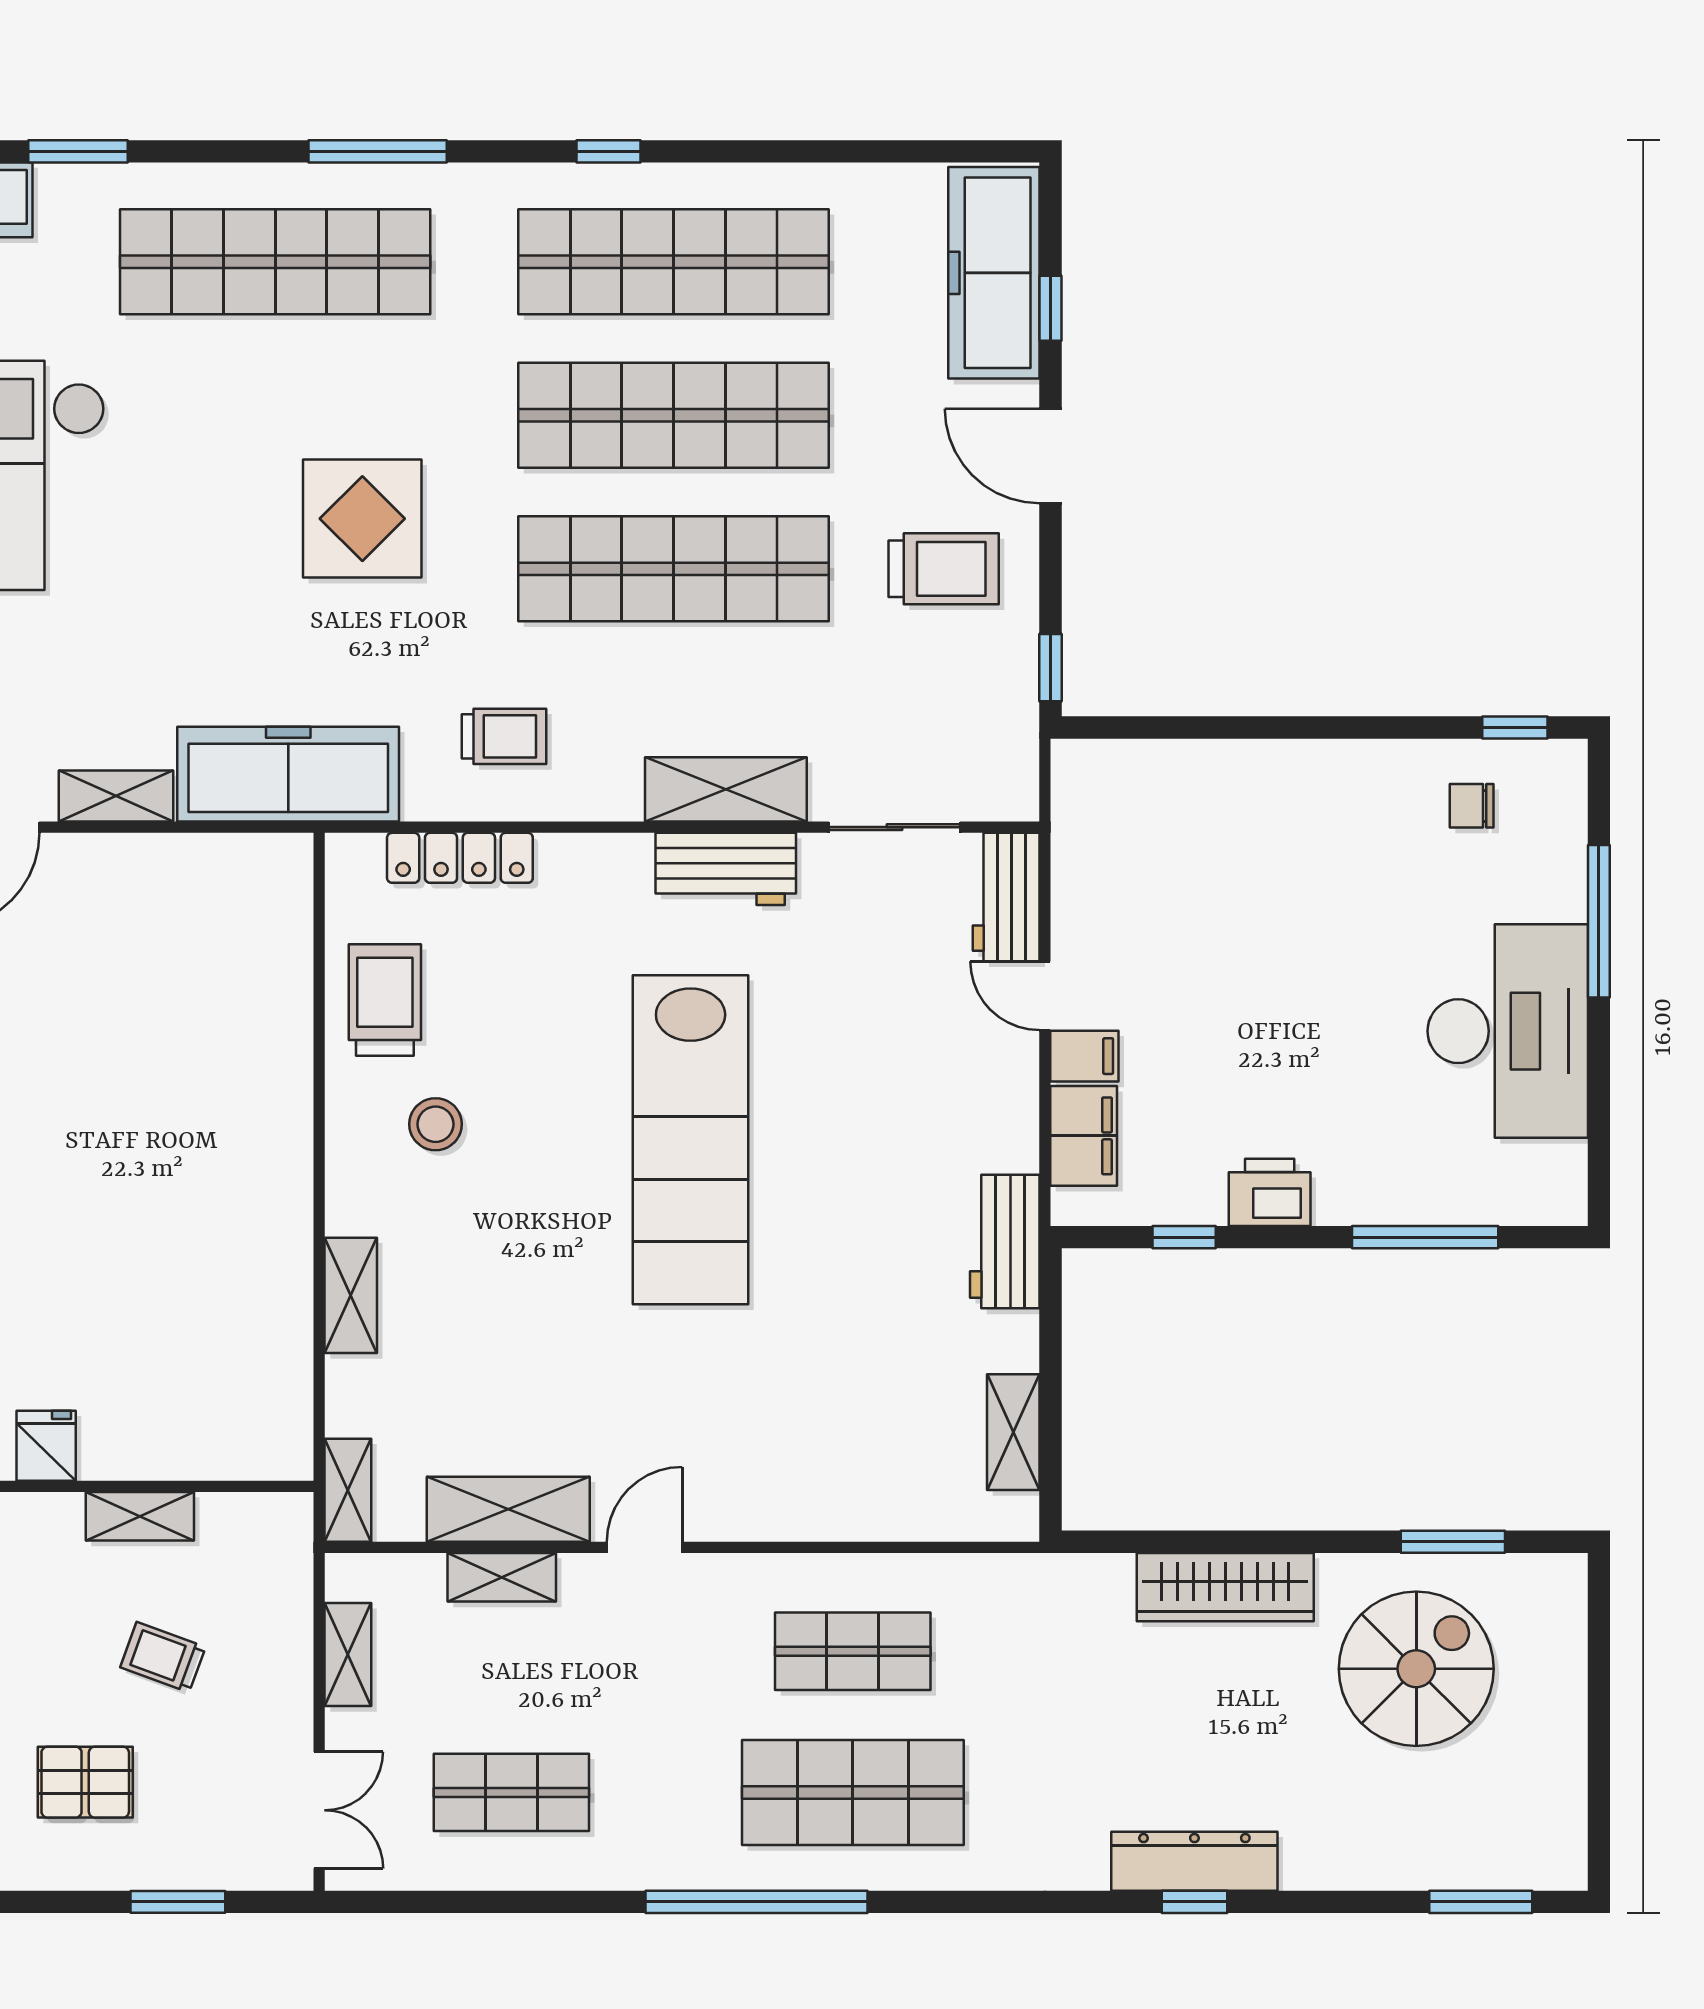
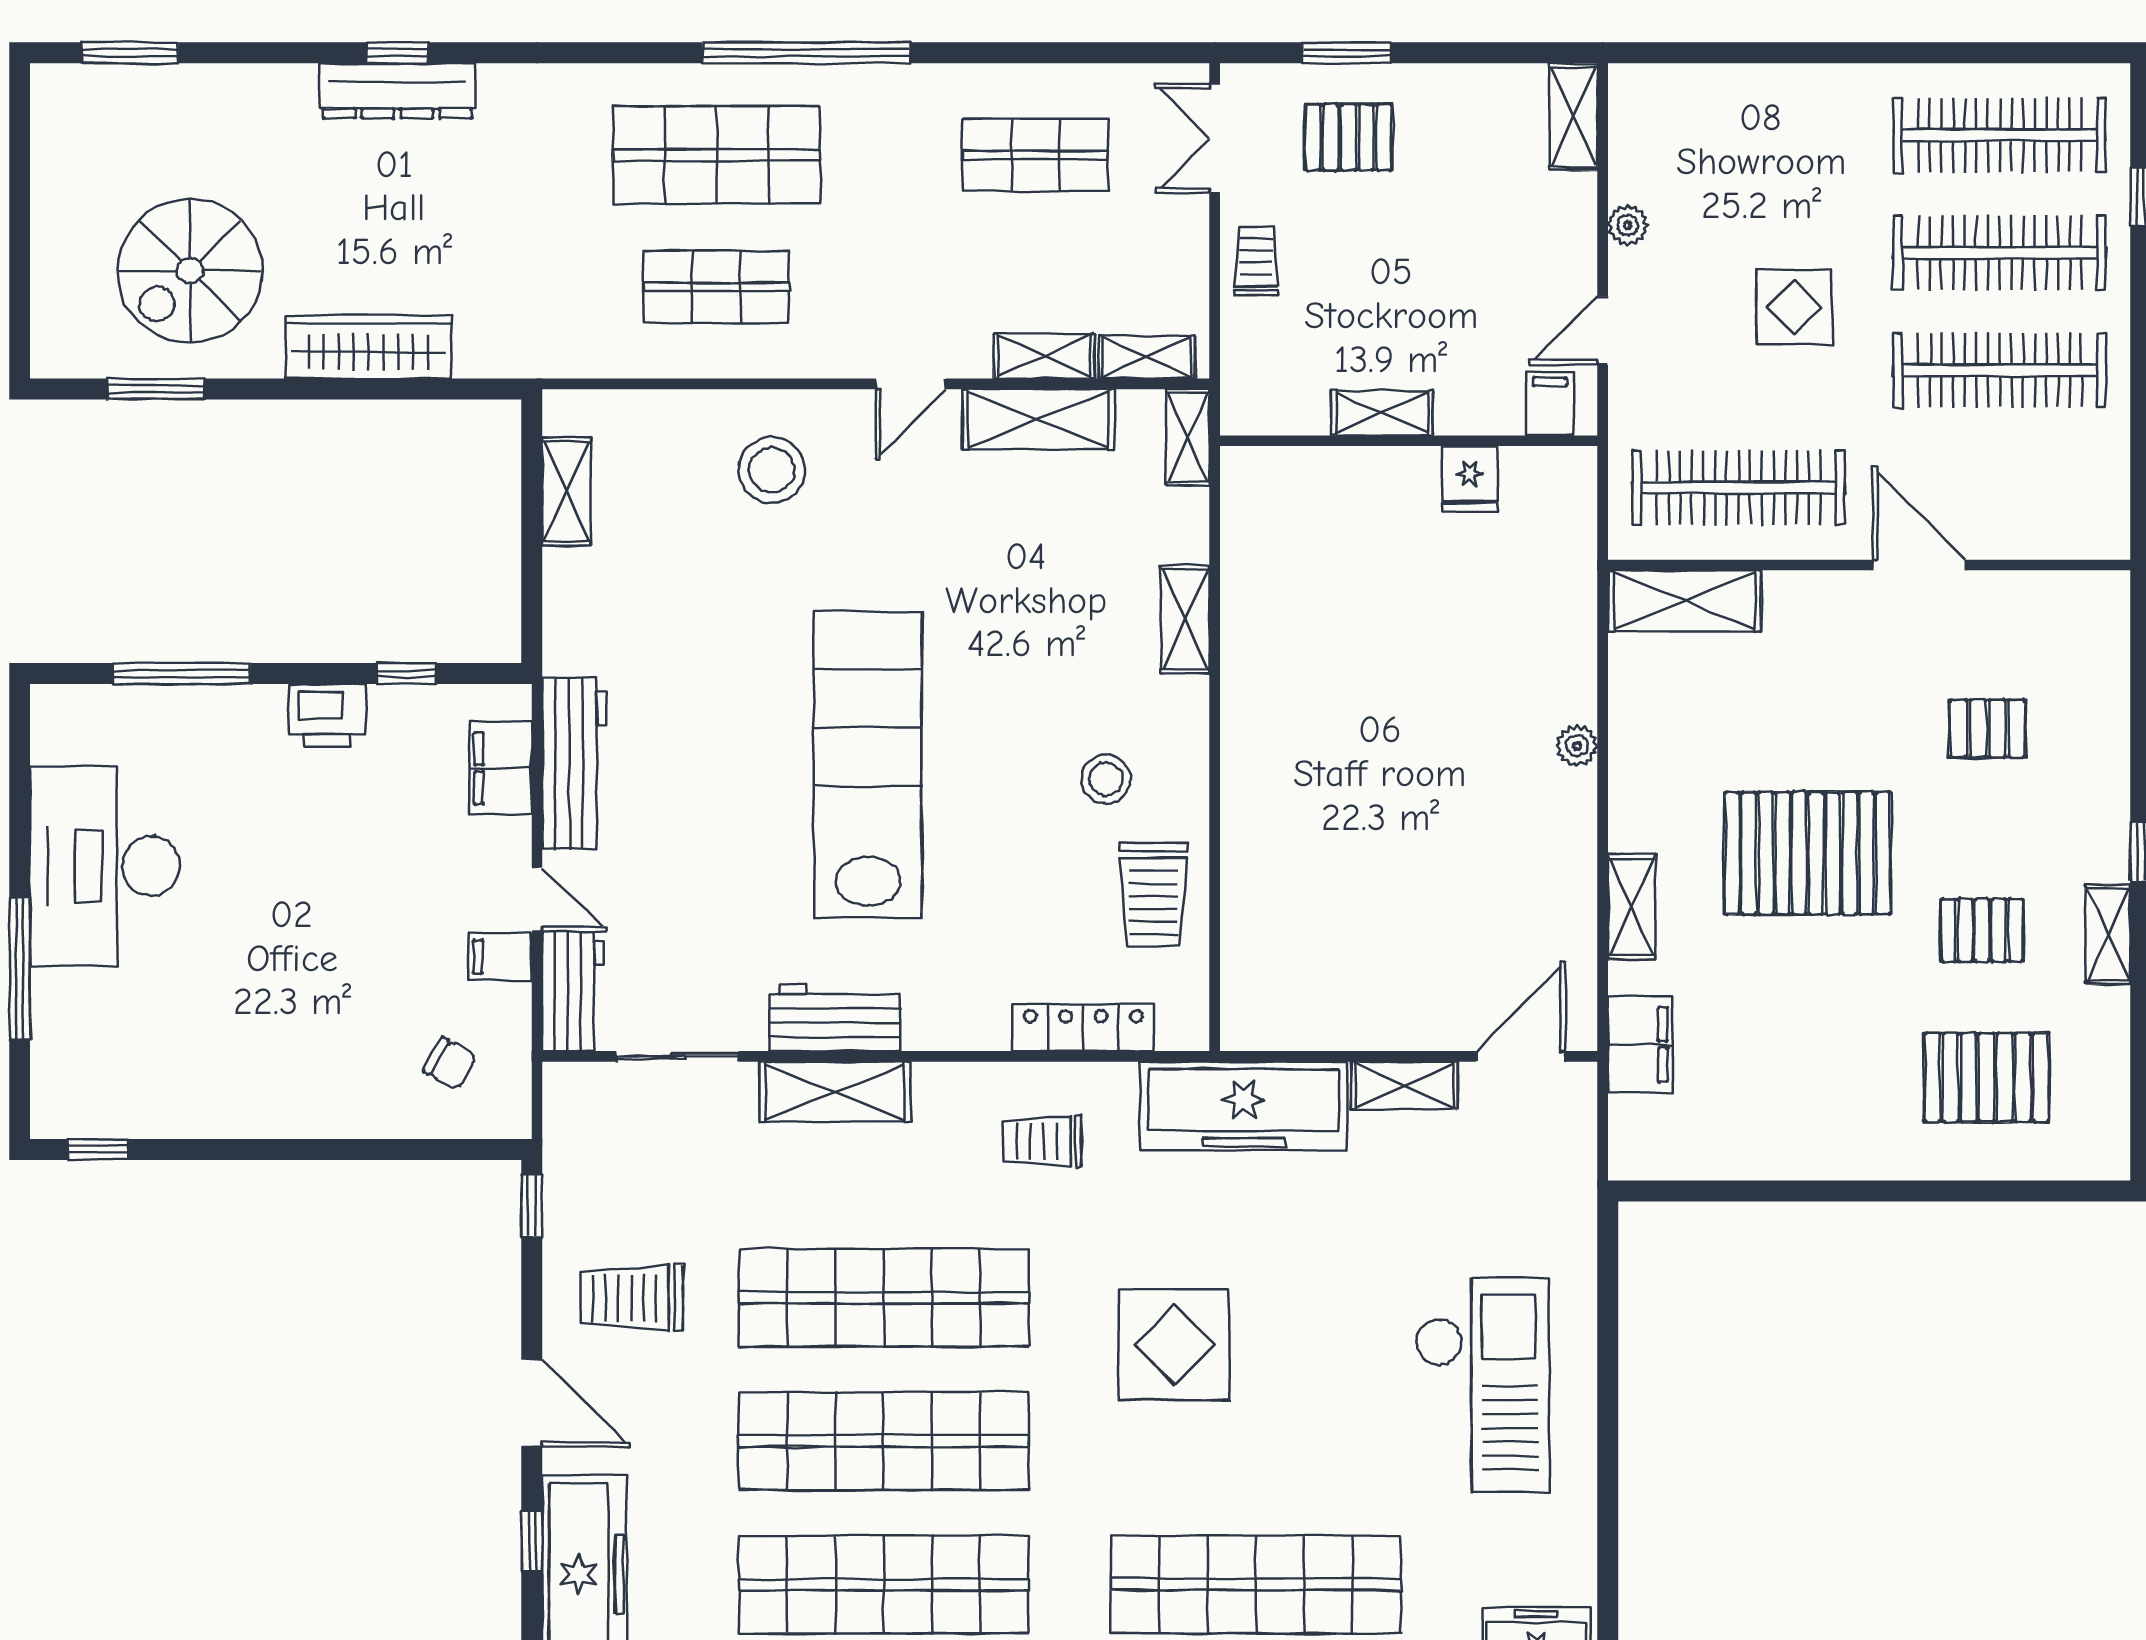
chair: (1472, 806) -> (450, 1064), moved, turned 30
filing cabinet: (1084, 1056) -> (500, 957), moved
workbench: (1005, 1242) -> (574, 764), moved, width x1.38
stool: (794, 1455) -> (772, 470), added
shelving: (348, 1655) -> (1147, 357), moved, turned 90
trolley: (163, 1657) -> (1256, 261), moved, turned -110
pallet: (85, 1782) -> (1349, 137), moved

